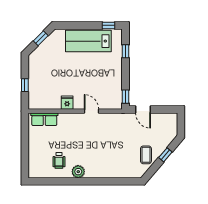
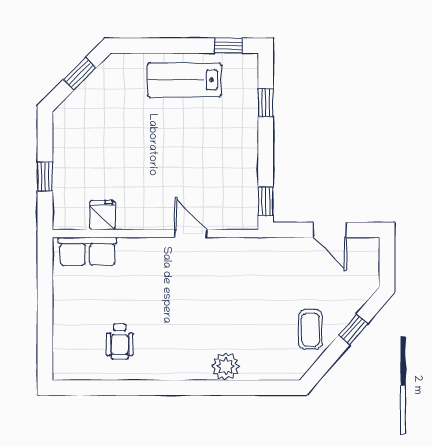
lab bench: (88, 41) -> (184, 80), width x0.73, depth x0.72
fridge: (67, 103) -> (102, 215), moved
door: (143, 109) -> (330, 230), moved
plant: (78, 172) -> (226, 366), moved

